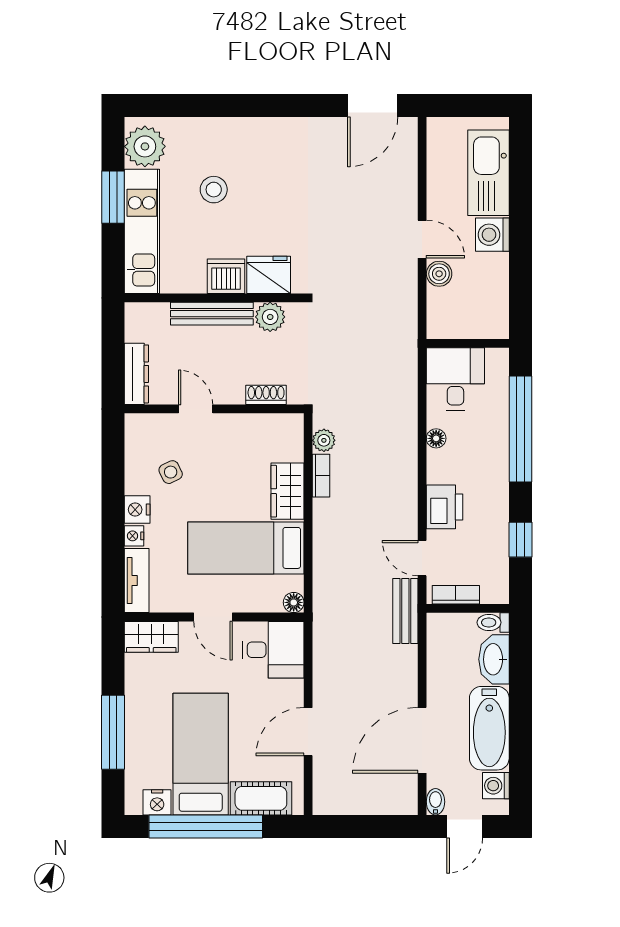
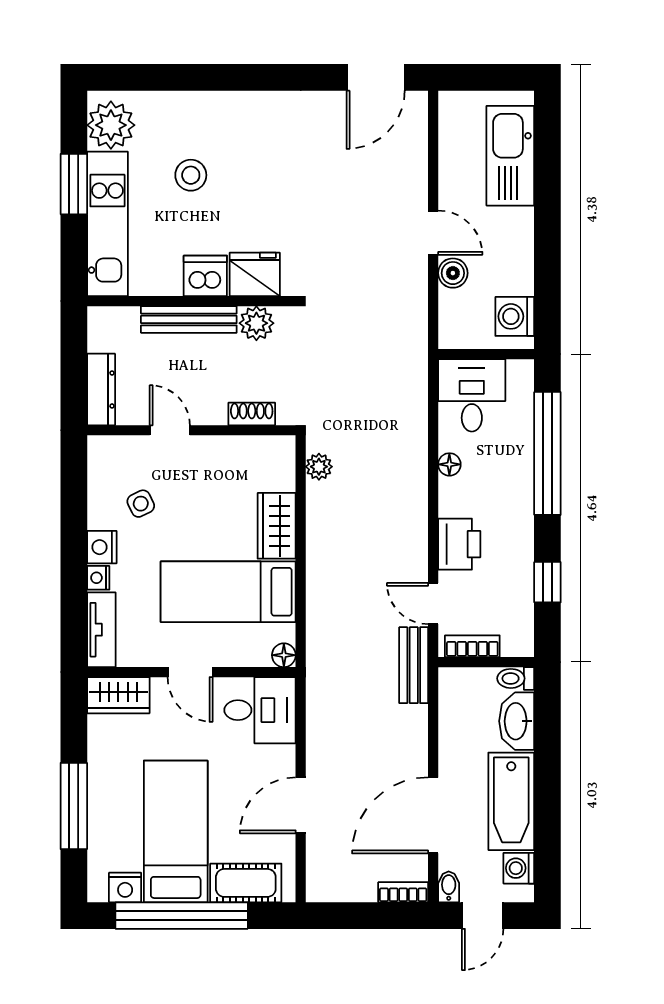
washing machine: (492, 235) -> (515, 316), moved
bookcase: (321, 476) -> (403, 892), moved, turned -90

